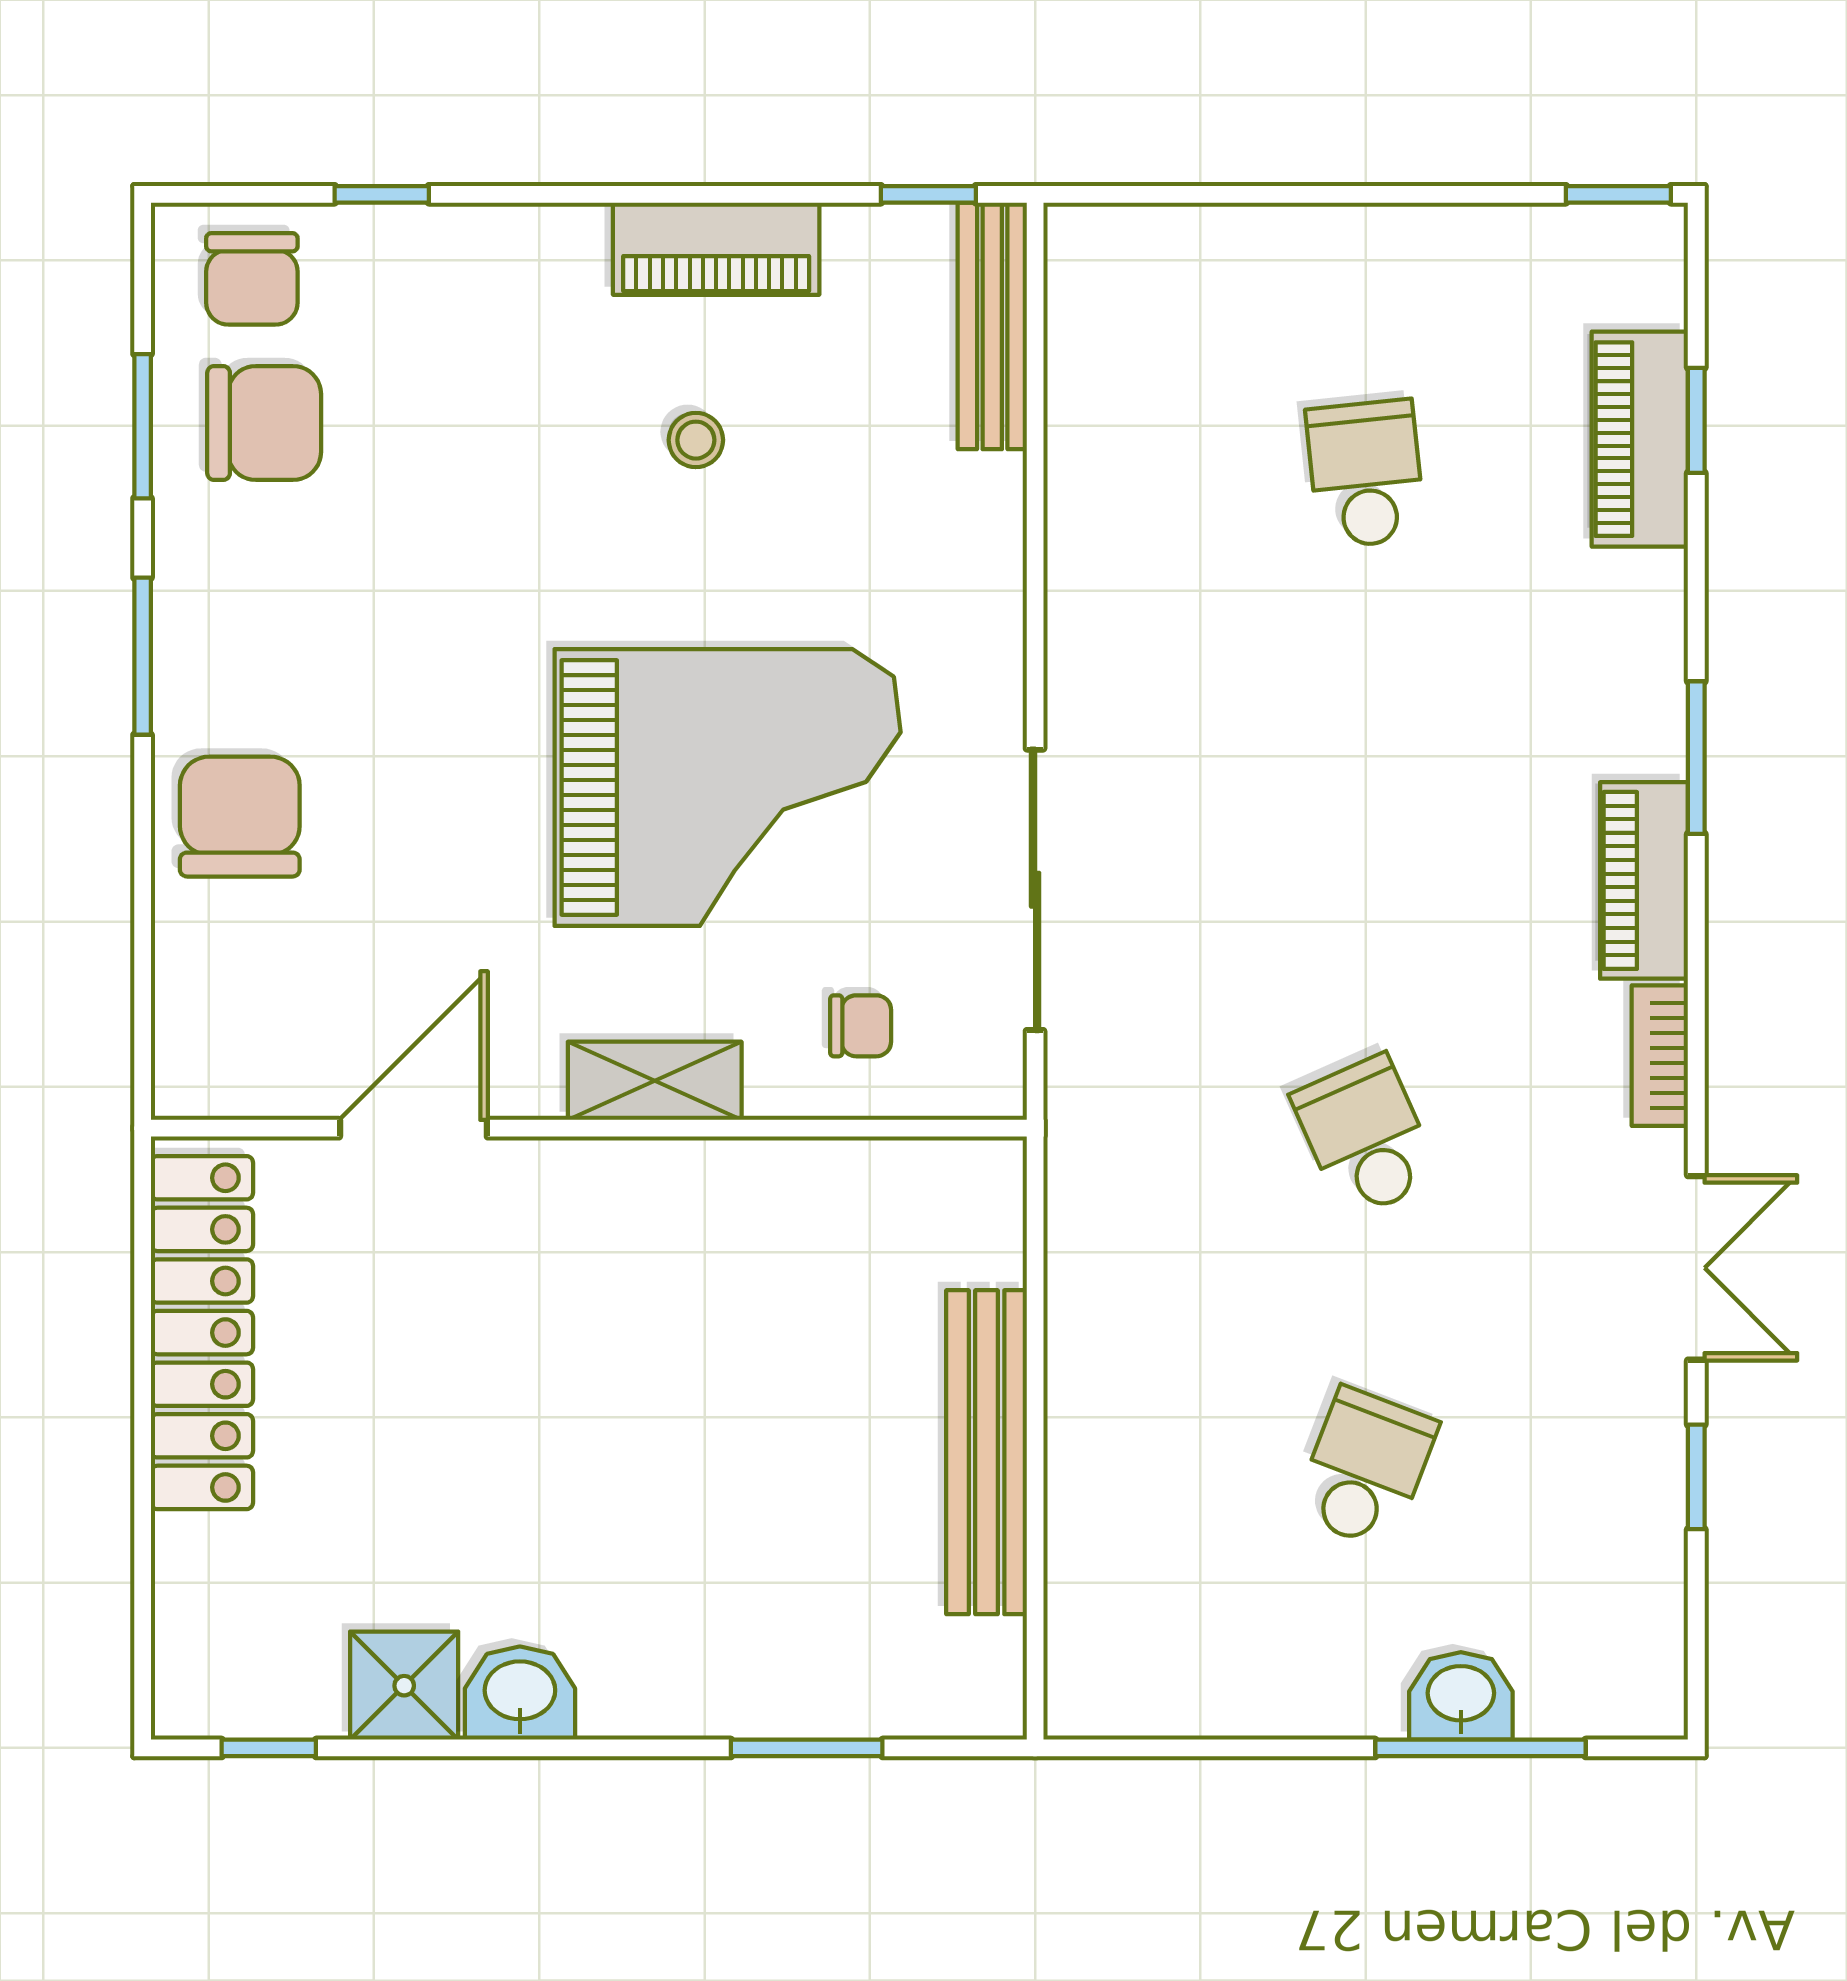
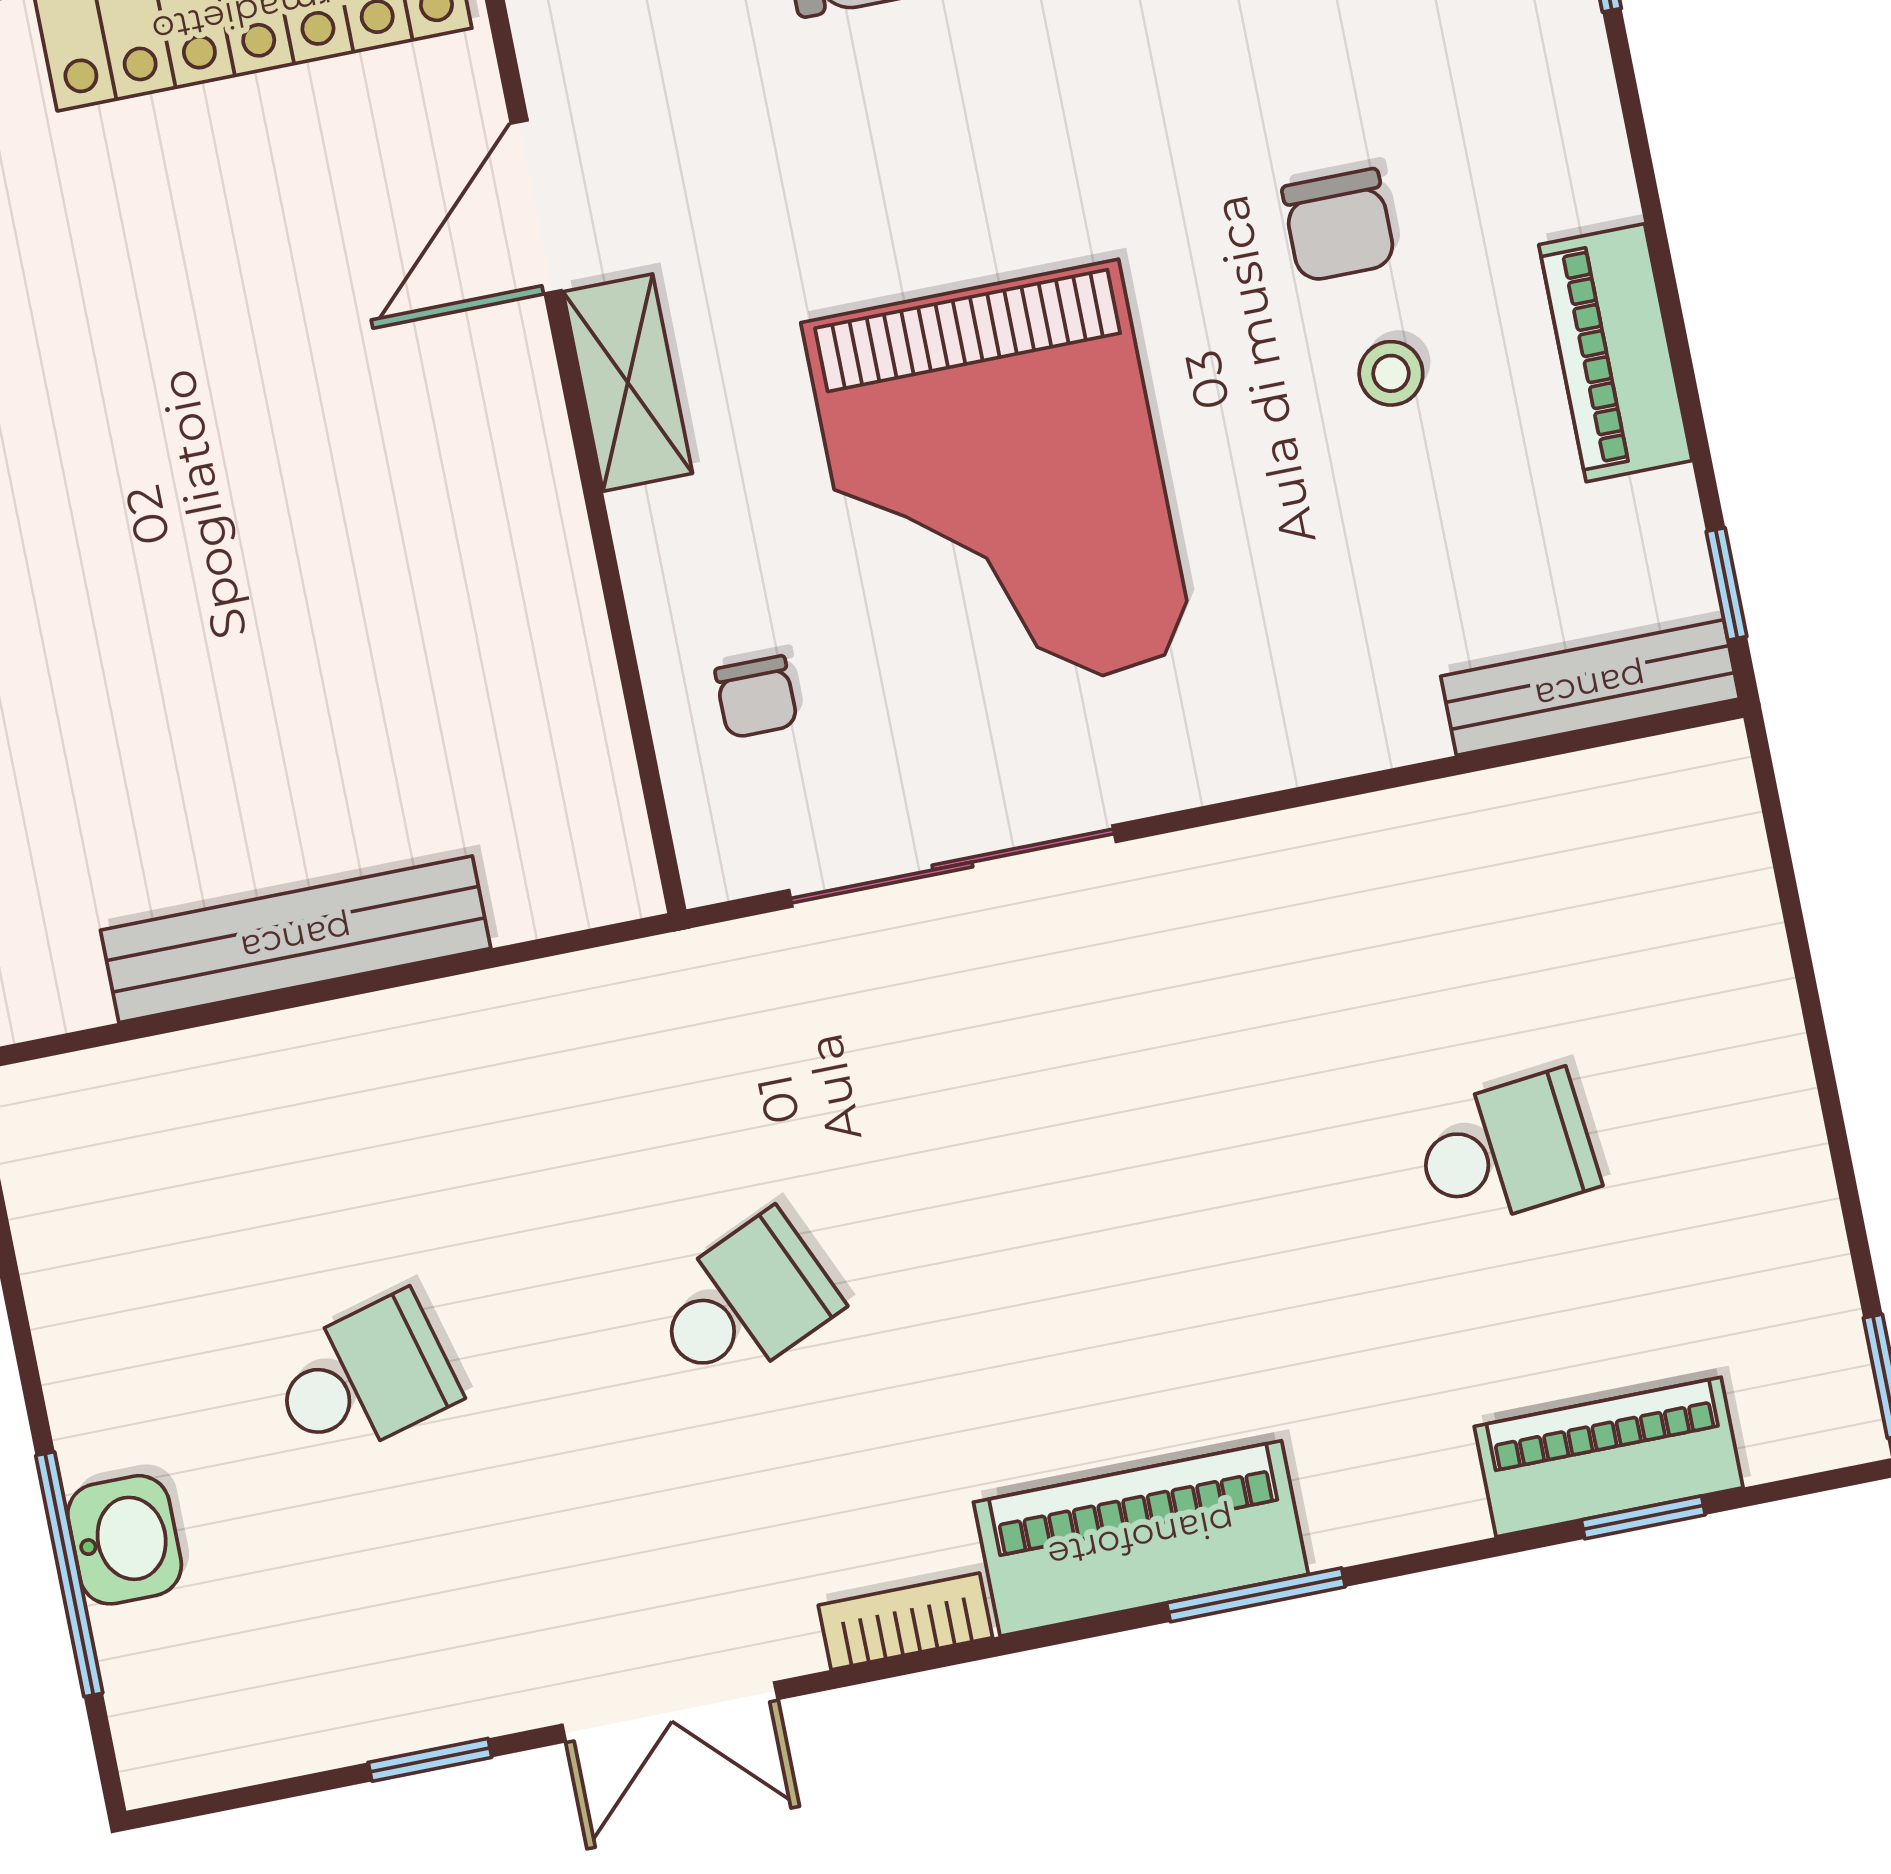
chair: (563, 459) -> (1339, 225), added
piano: (1644, 880) -> (1141, 1538), width x1.37, depth x1.33
shelving: (655, 1081) -> (628, 383), moved
door: (413, 1128) -> (536, 207), swing flipped
school desk: (1366, 1468) -> (364, 1378), turned -36

